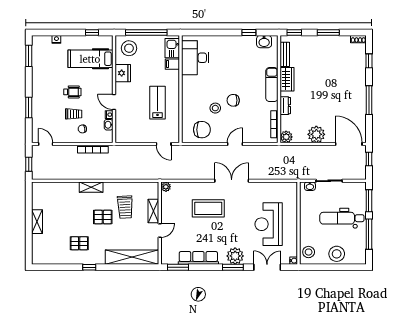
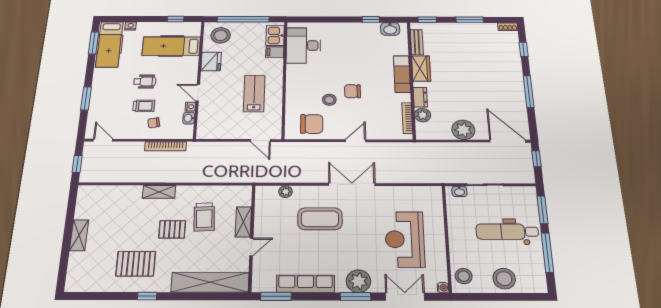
hospital bed: (41, 57) -> (109, 44), added
plant: (286, 137) -> (423, 115), moved
plant: (166, 187) -> (285, 192), moved
pallet: (79, 243) -> (136, 264), width x1.50, depth x1.42

